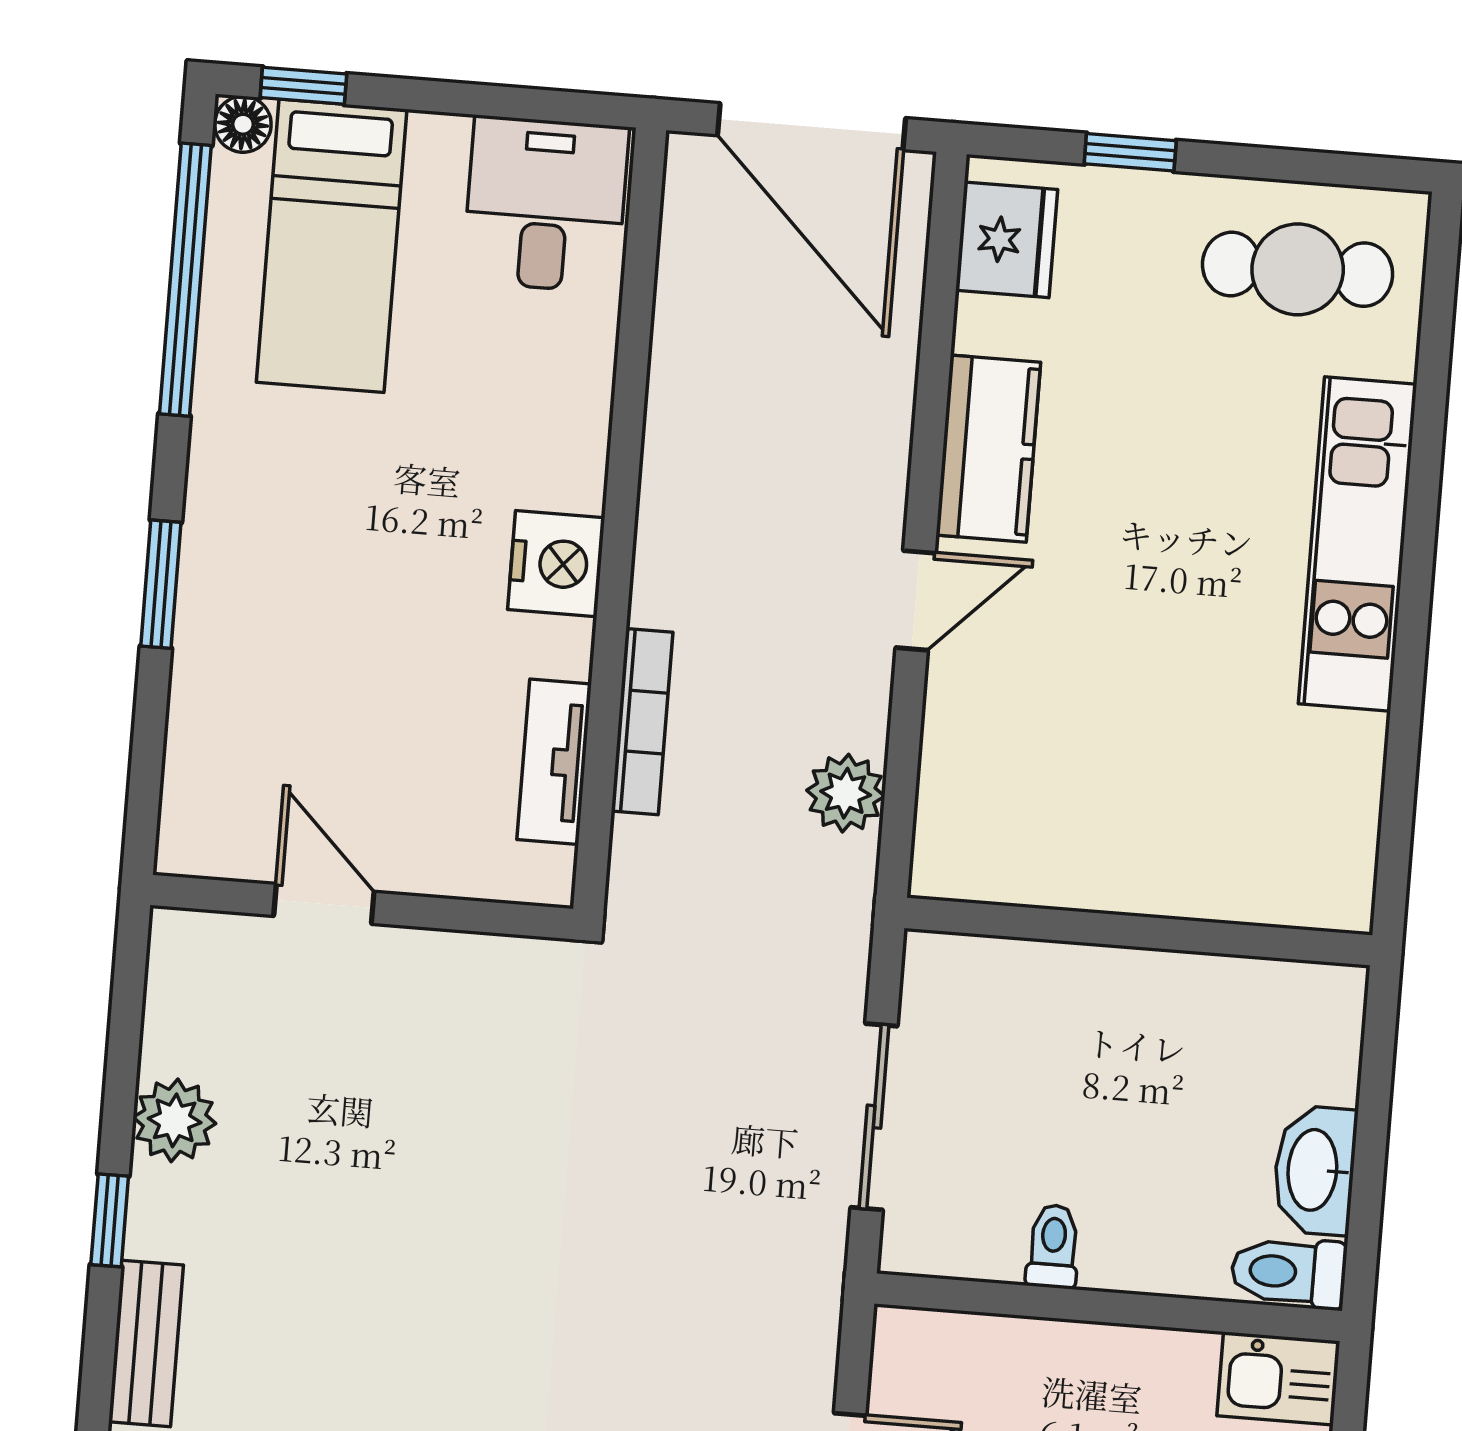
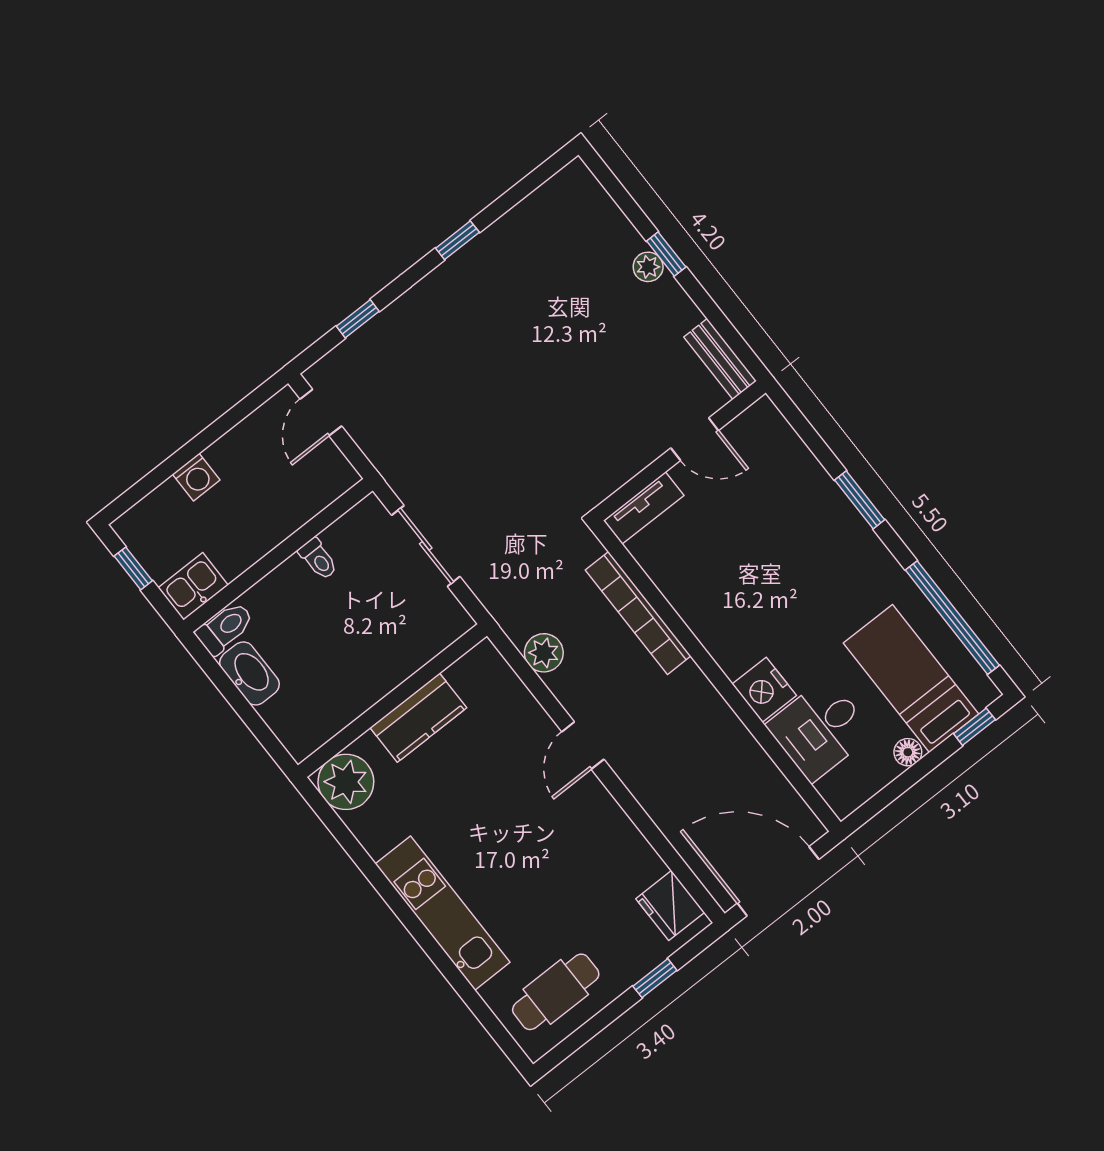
floor lamp: (243, 124) -> (908, 752), moved
desk: (546, 204) -> (820, 729), moved, turned 90
kitchen counter: (988, 449) -> (418, 718), moved, turned -90
nightstand: (556, 564) -> (764, 690), moved
bookcase: (642, 722) -> (638, 613), width x1.48, depth x1.31
tv unit: (554, 762) -> (644, 508), moved, turned 90
plant: (1321, 874) -> (346, 782), added
plant: (175, 1120) -> (648, 267), moved, width x0.73, depth x0.73
bench: (146, 1343) -> (720, 359), moved

